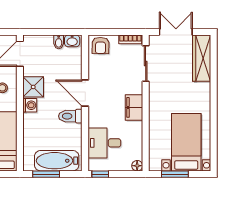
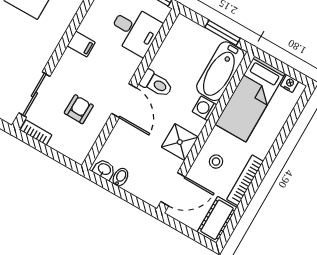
armchair: (101, 46) -> (79, 109), moved
washing machine: (30, 105) -> (204, 108), moved
filing cabinet: (134, 107) -> (81, 44), width x0.50
bathtub: (57, 161) -> (220, 71), moved, turned 90

